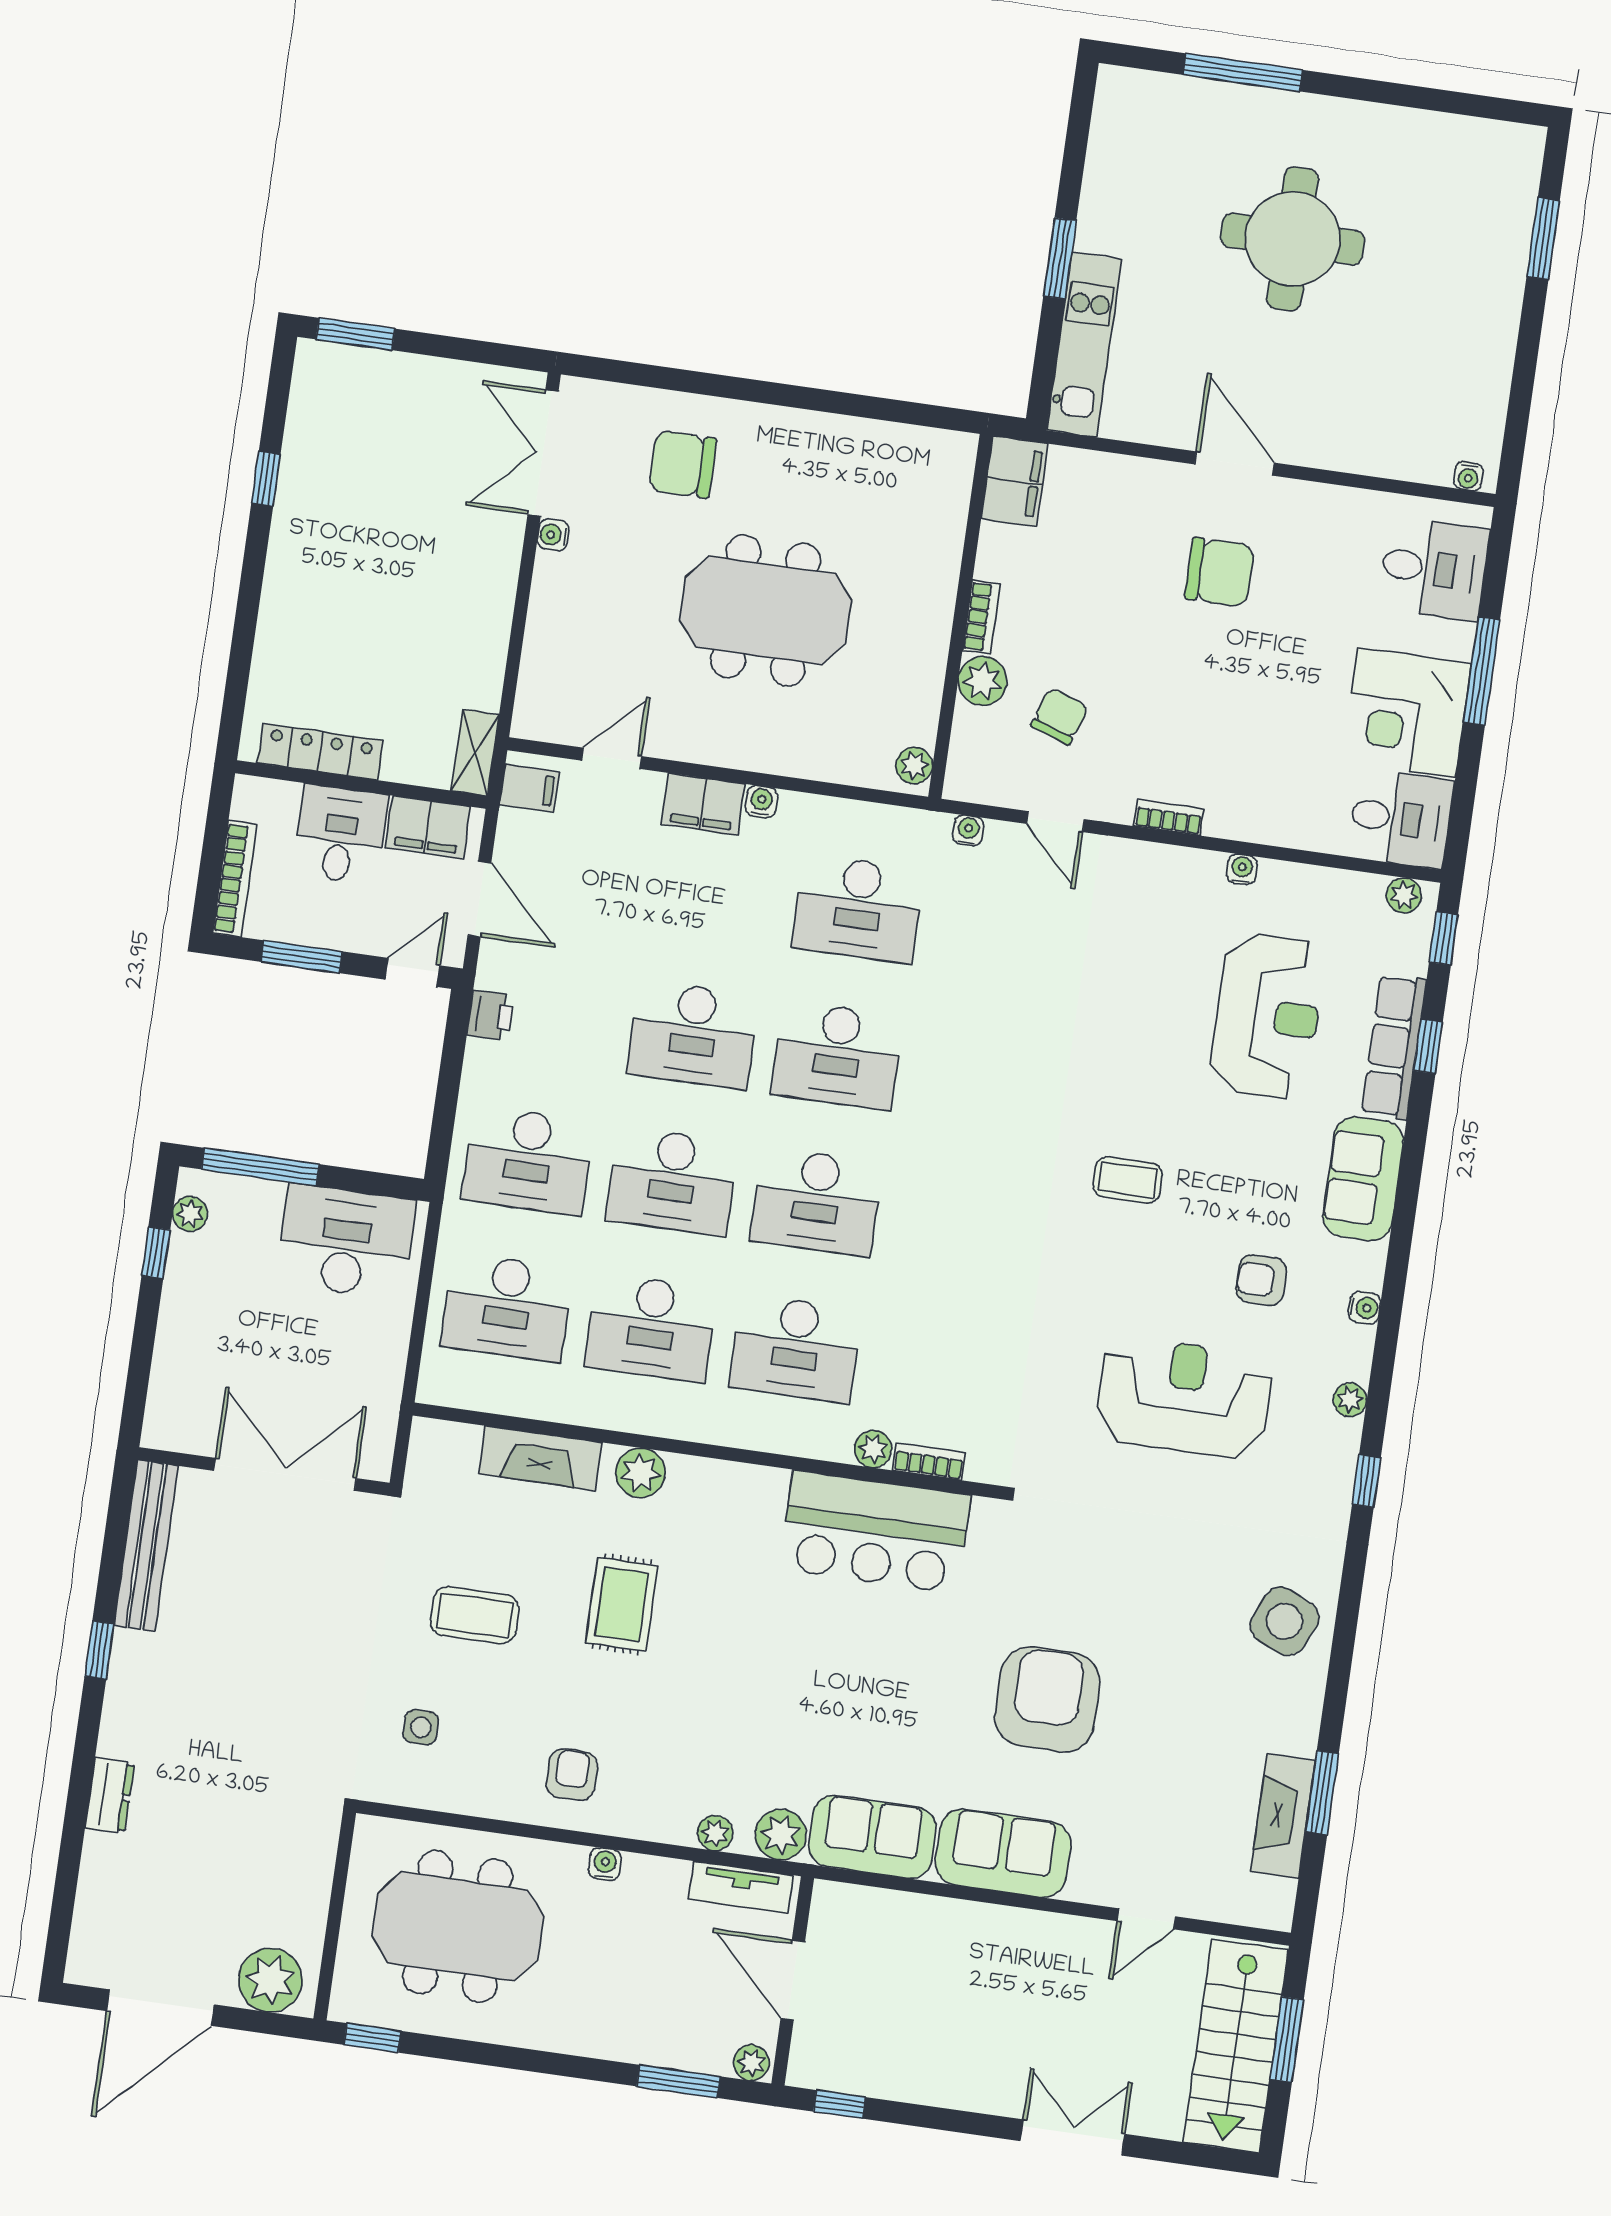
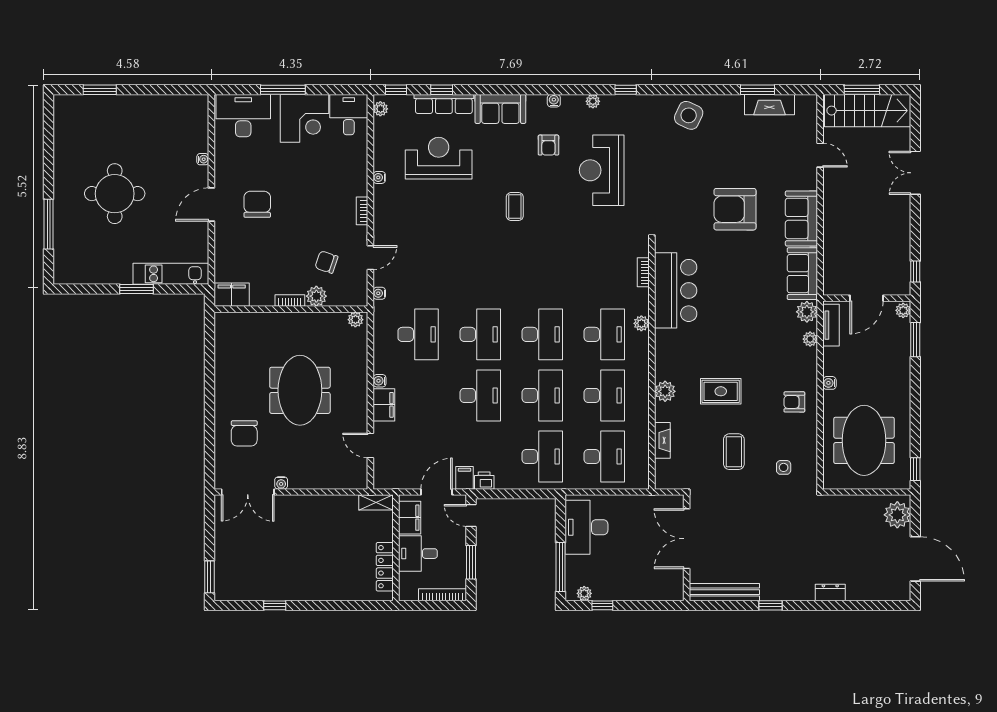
water cooler: (1468, 476) -> (203, 159), moved
desk: (1434, 569) -> (243, 116), width x1.37
filing cabinet: (529, 788) -> (465, 478), moved
plant: (873, 1449) -> (641, 323), moved
fireplace: (540, 1458) -> (662, 440), width x0.73, depth x0.76

